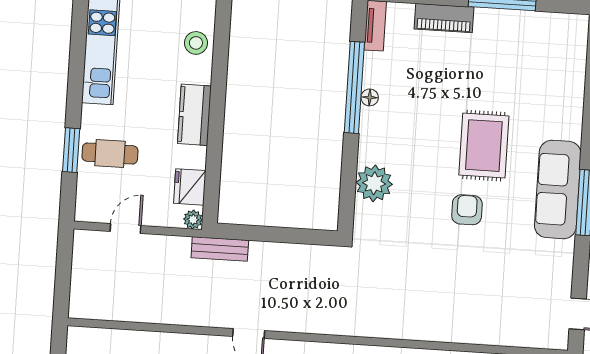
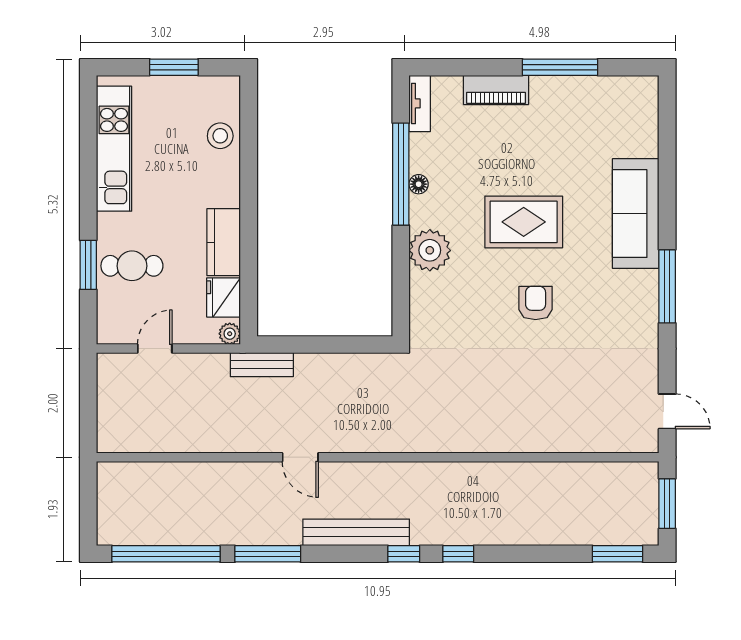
kitchen counter: (194, 115) -> (224, 242), moved
rug: (484, 146) -> (524, 222), moved, turned 90
plant: (374, 183) -> (430, 250), moved
sofa: (558, 189) -> (636, 214), moved

